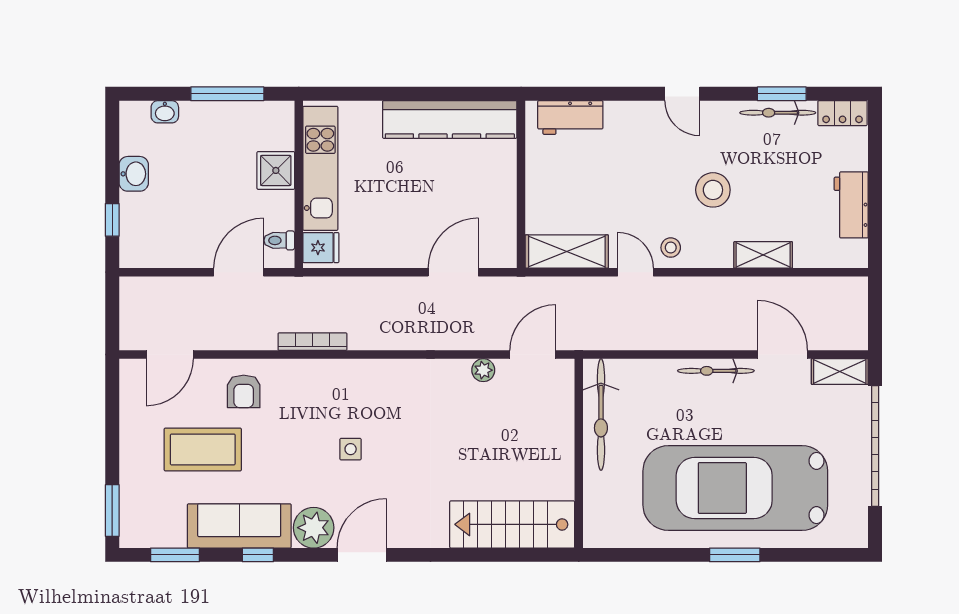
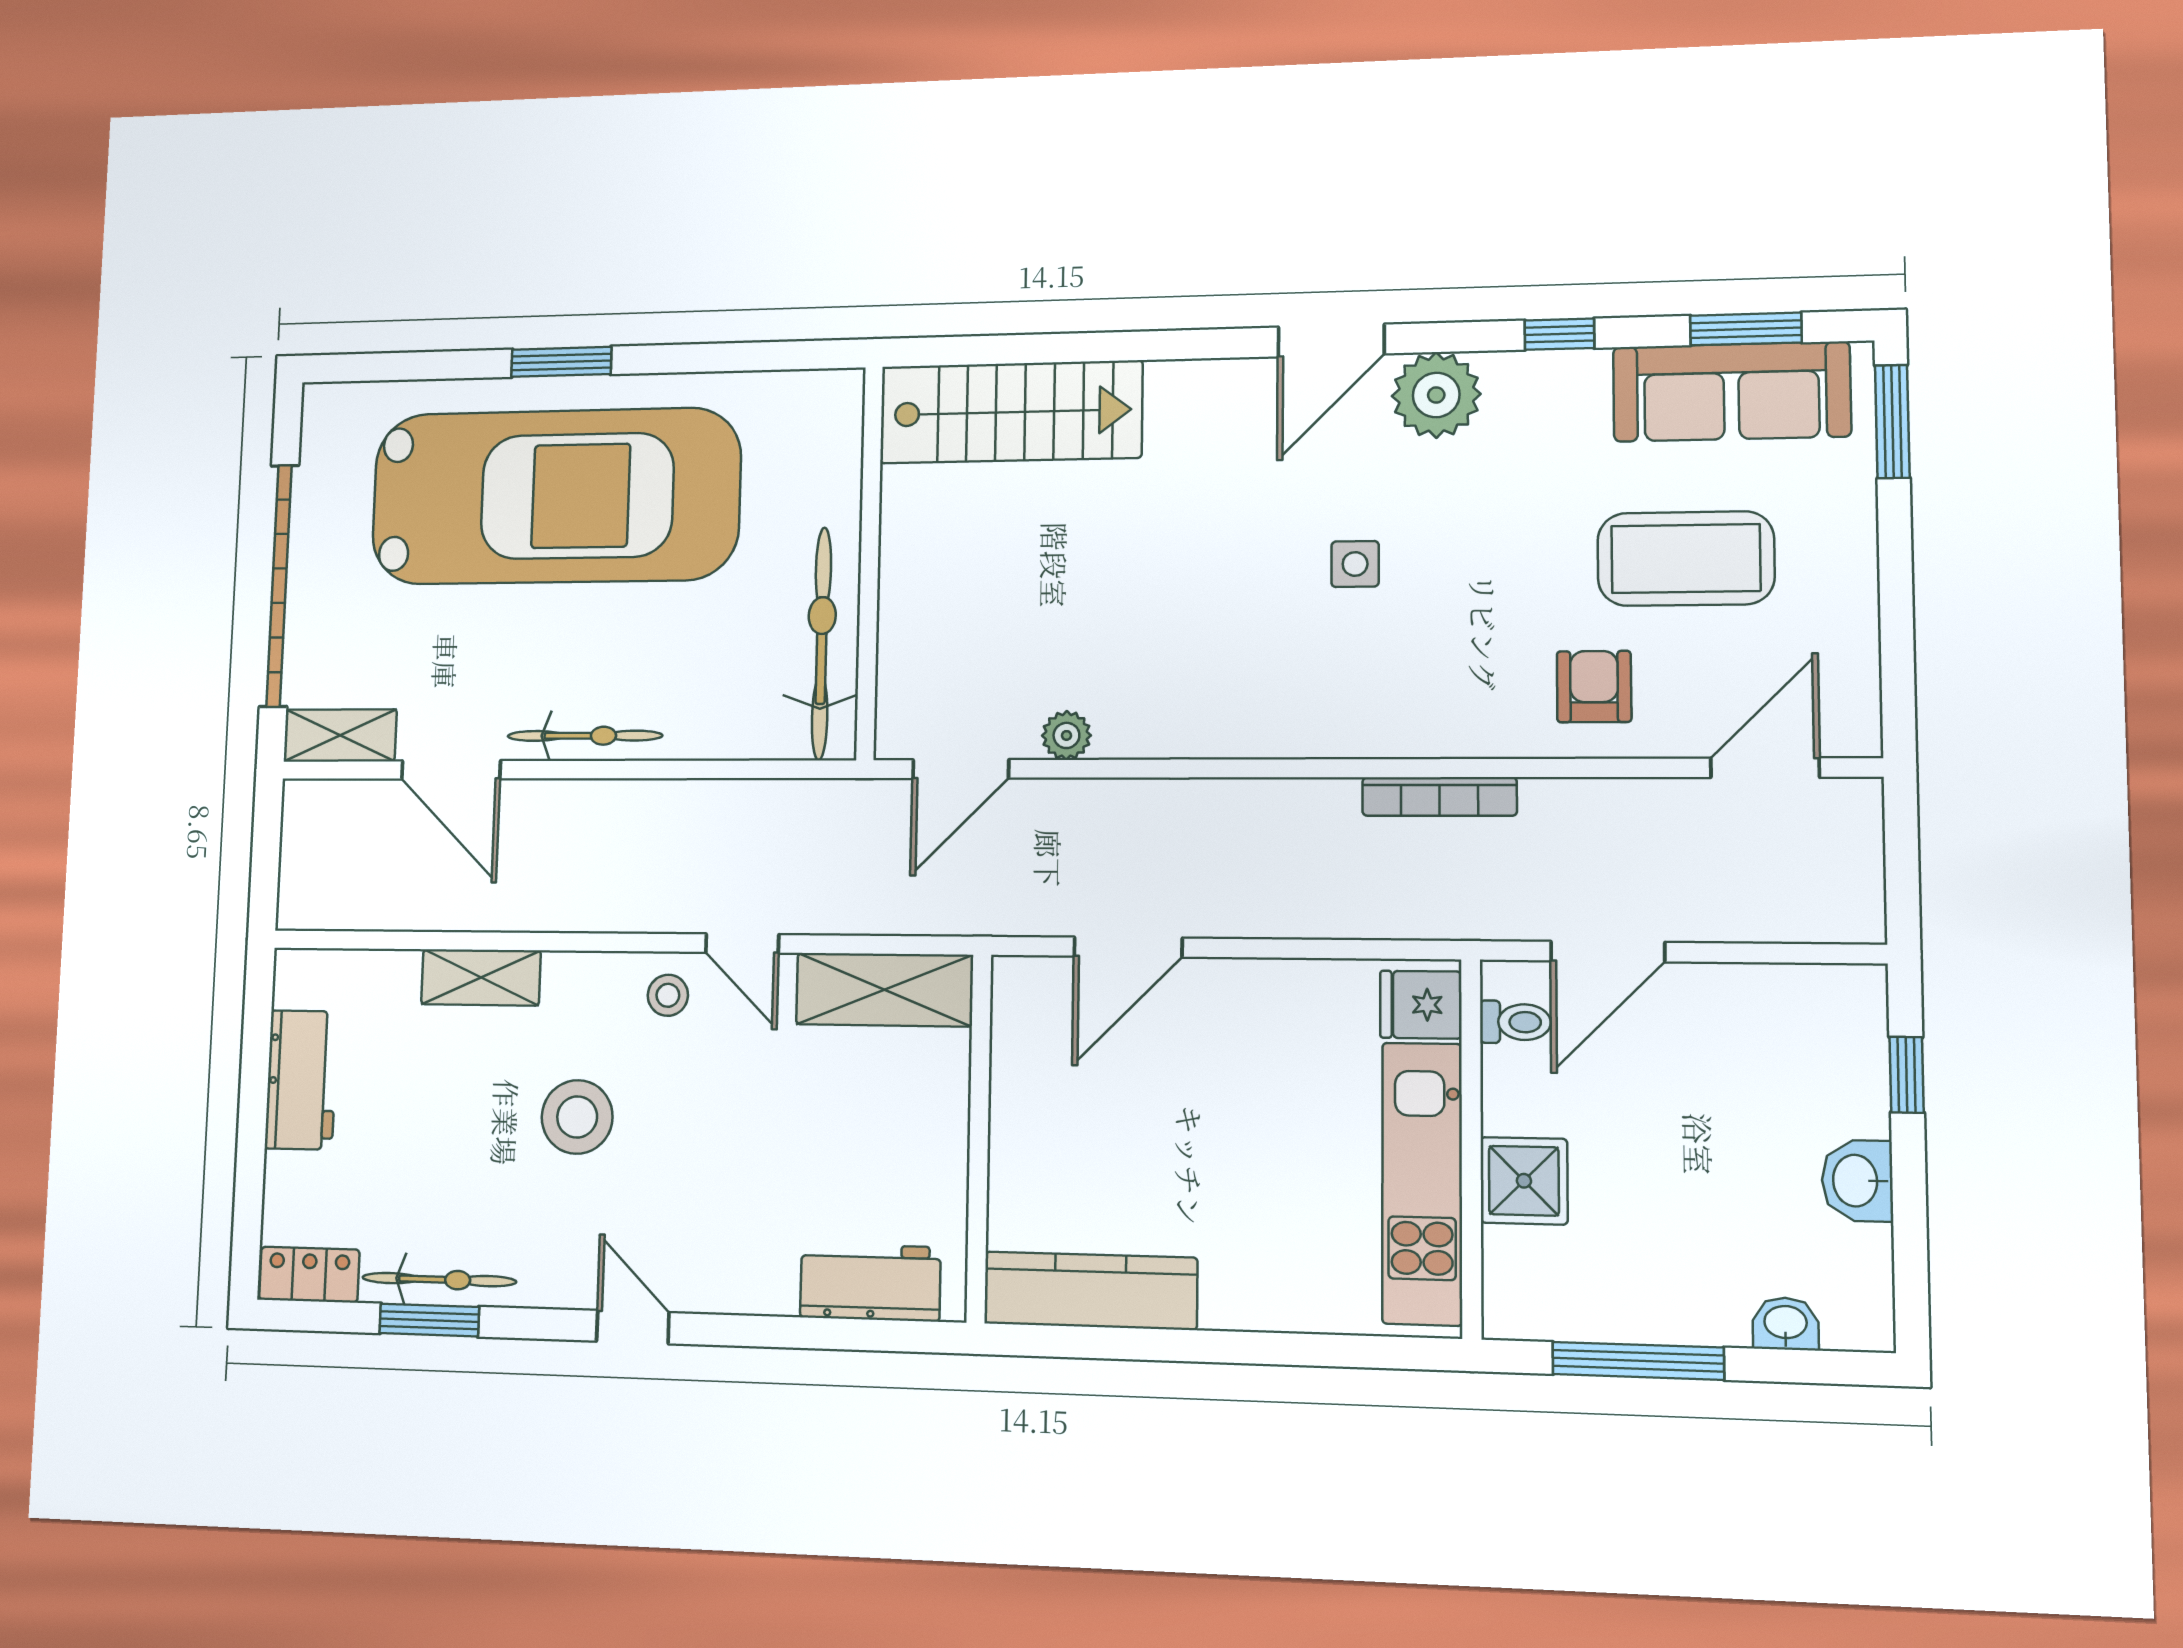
kitchen counter: (450, 119) -> (1090, 1291), width x0.72, depth x0.86
sofa: (239, 526) -> (1731, 392), moved

